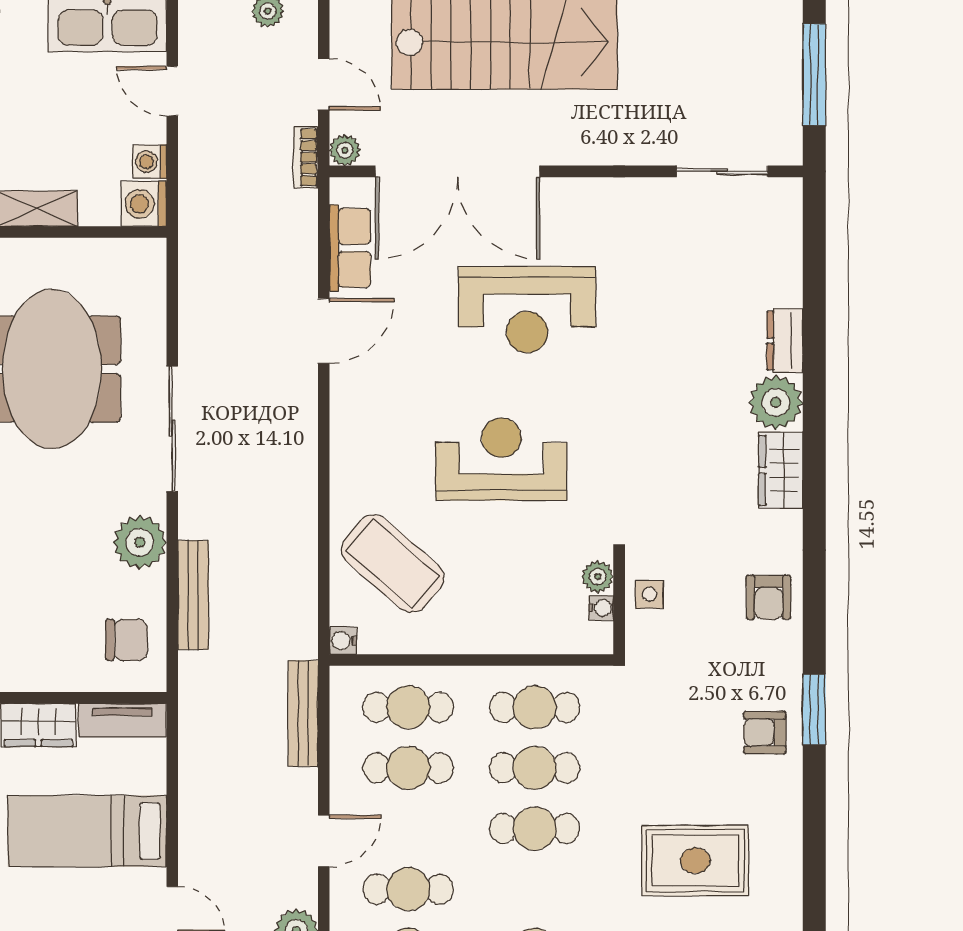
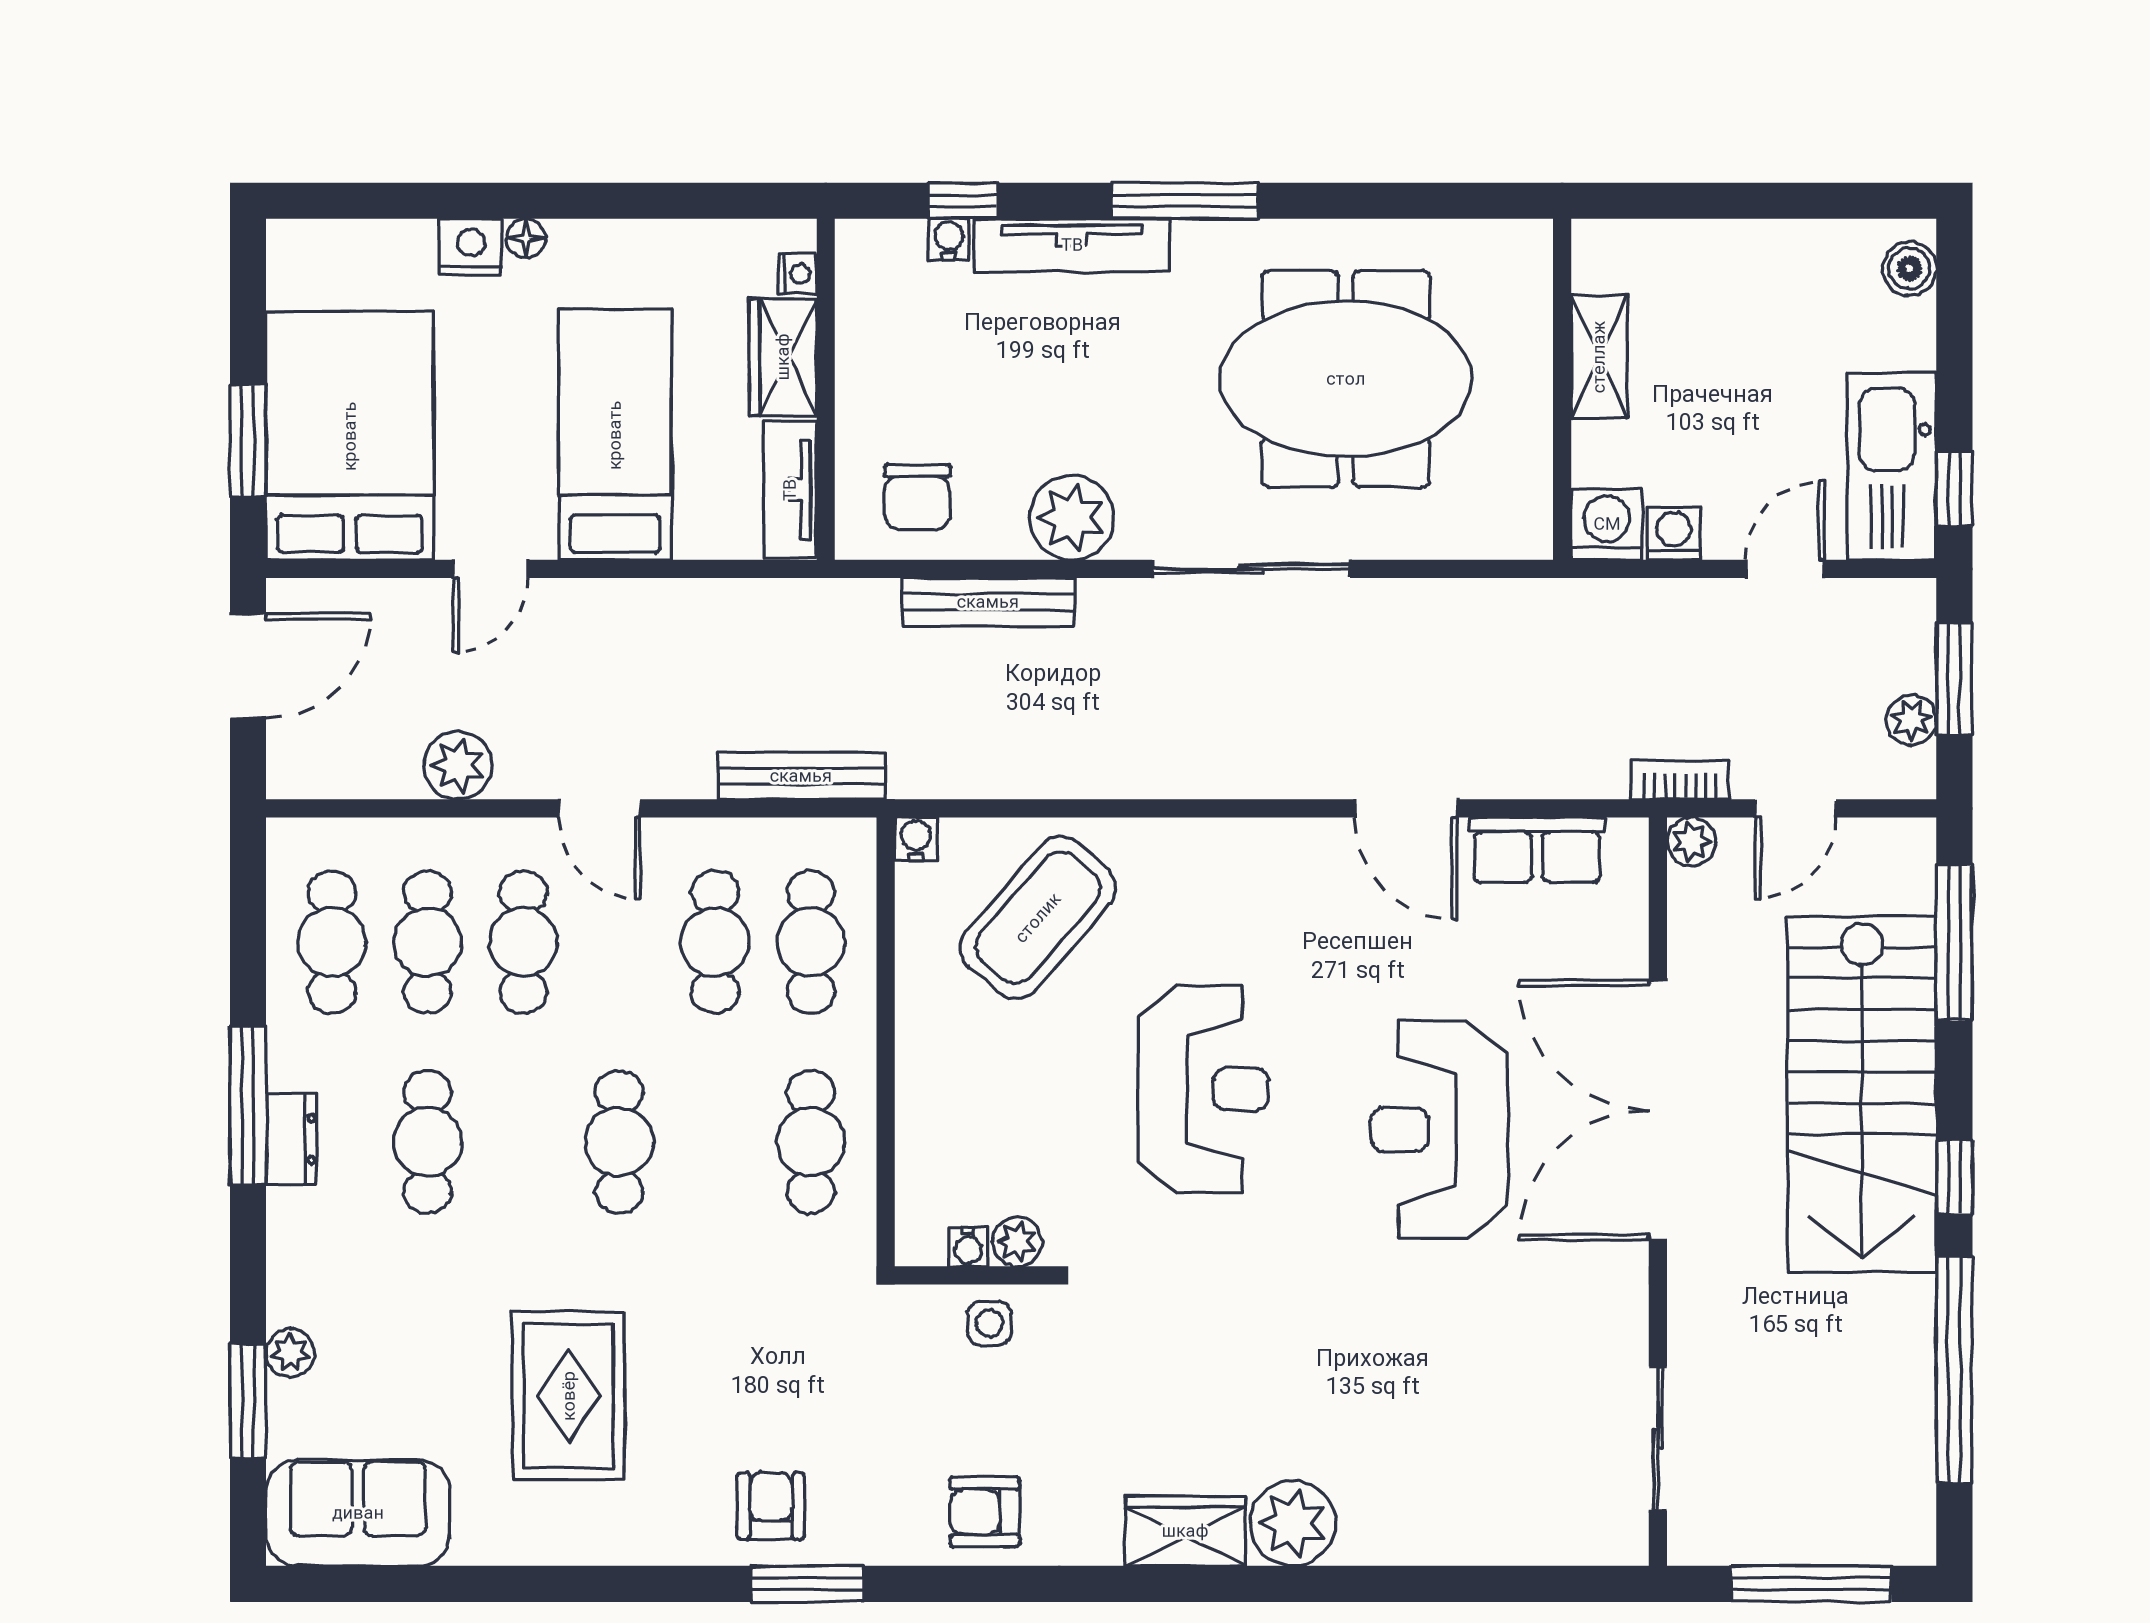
double door: (457, 171) -> (1658, 1110), moved
dresser: (785, 341) -> (1391, 1537), removed
cafe table: (535, 768) -> (715, 1142), removed

